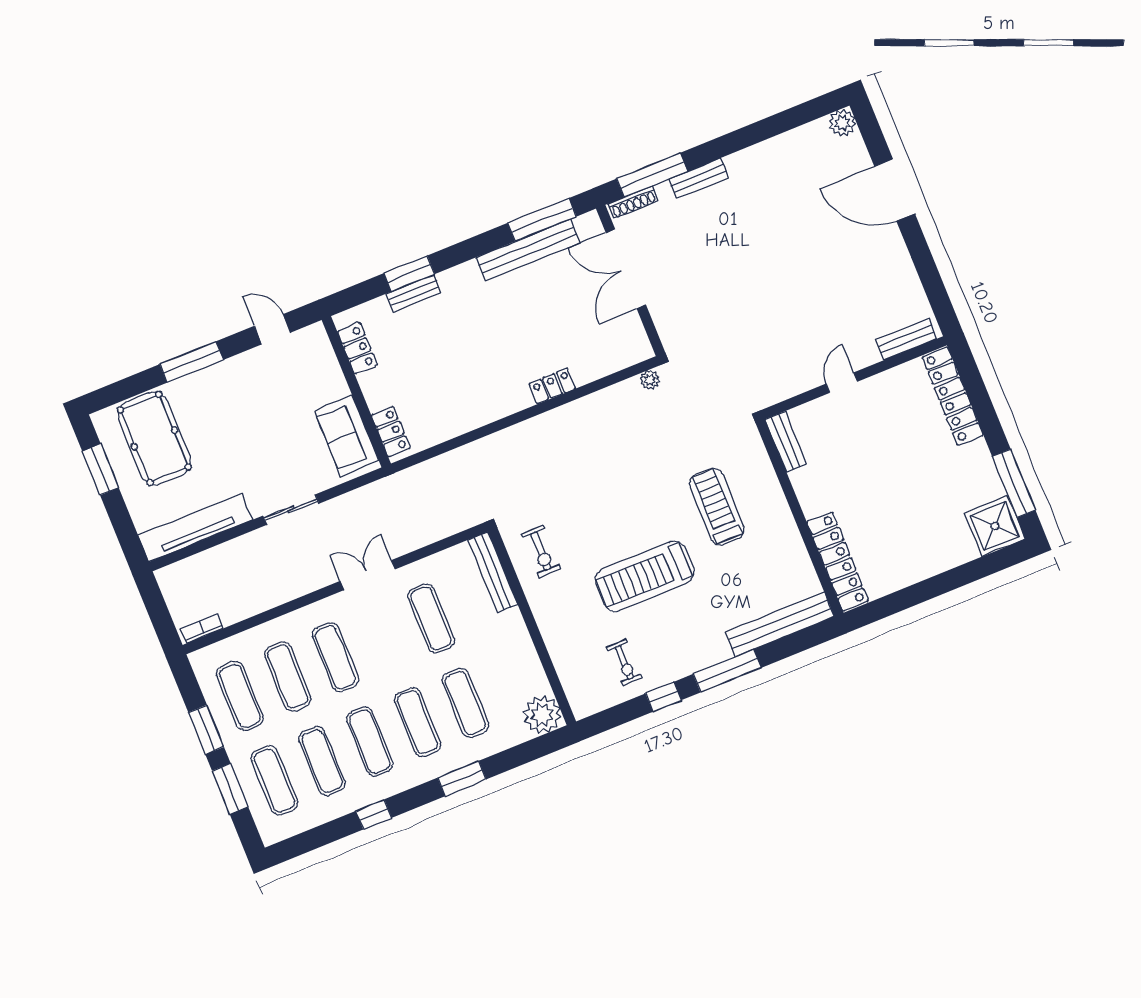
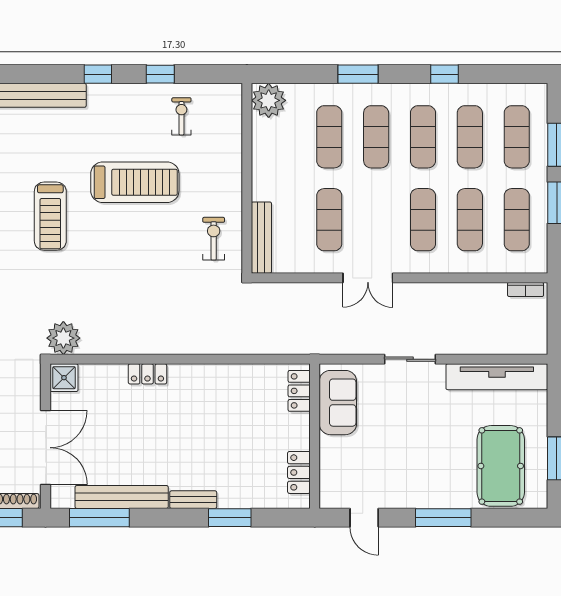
bench: (413, 293) -> (193, 500), moved
shower: (636, 348) -> (64, 378), added
plant: (650, 380) -> (63, 338), width x1.88, depth x1.88
window: (727, 671) -> (98, 74), width x0.46

